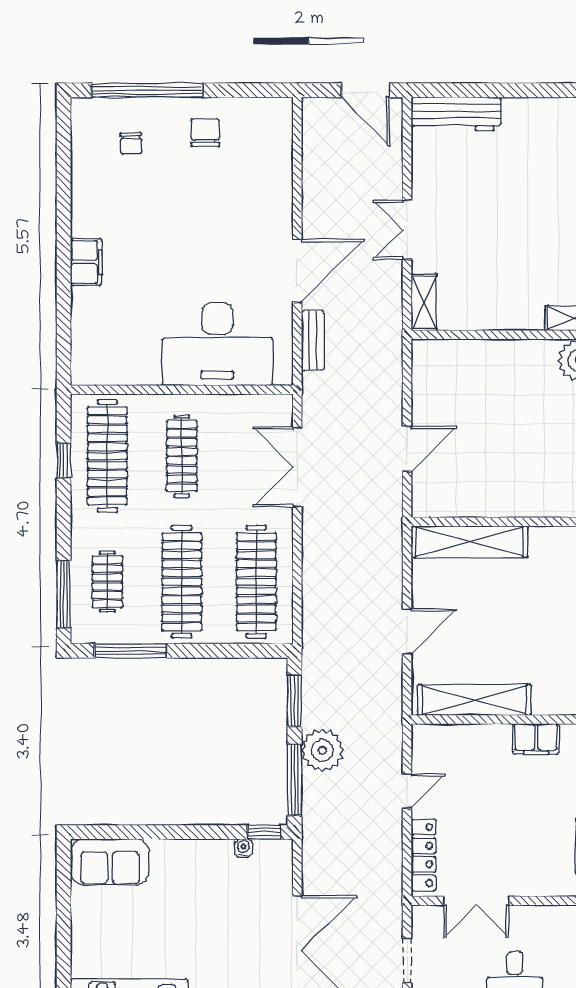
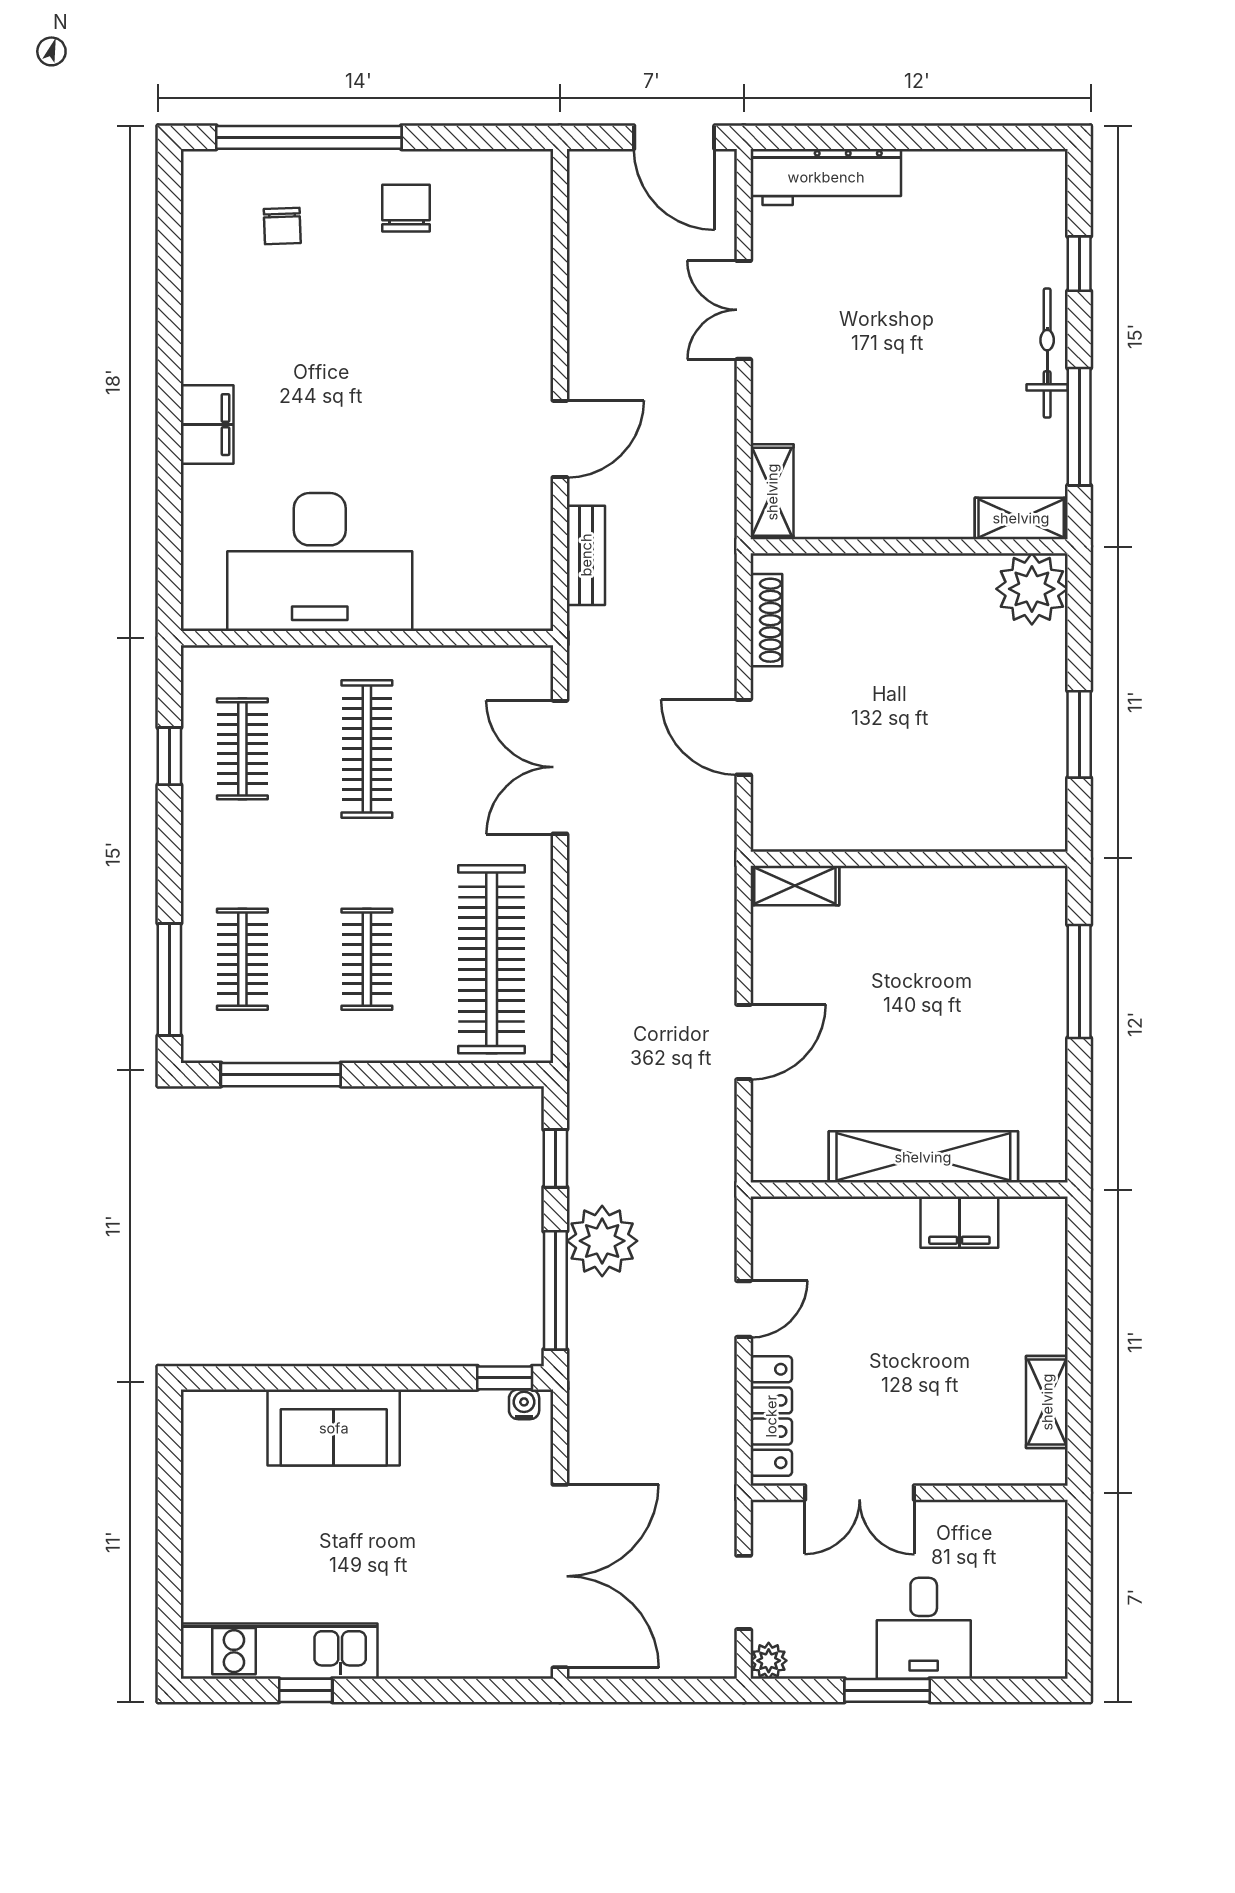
double door: (407, 230) -> (744, 310), moved
door: (297, 271) -> (560, 439), width x0.73
desk: (217, 344) -> (320, 562), moved
shoe rack: (421, 379) -> (766, 620), added
door: (407, 449) -> (744, 737), swing flipped
clothes rail: (107, 456) -> (242, 749), width x0.54, depth x0.76
shelving: (469, 542) -> (795, 885), width x0.45, depth x0.75
clothes rail: (182, 582) -> (367, 959), width x0.54, depth x0.76
shelving: (474, 700) -> (923, 1157), moved
window: (294, 701) -> (555, 1158), width x0.67
water cooler: (243, 848) -> (524, 1404), moved
sofa: (110, 862) -> (334, 1428), moved

